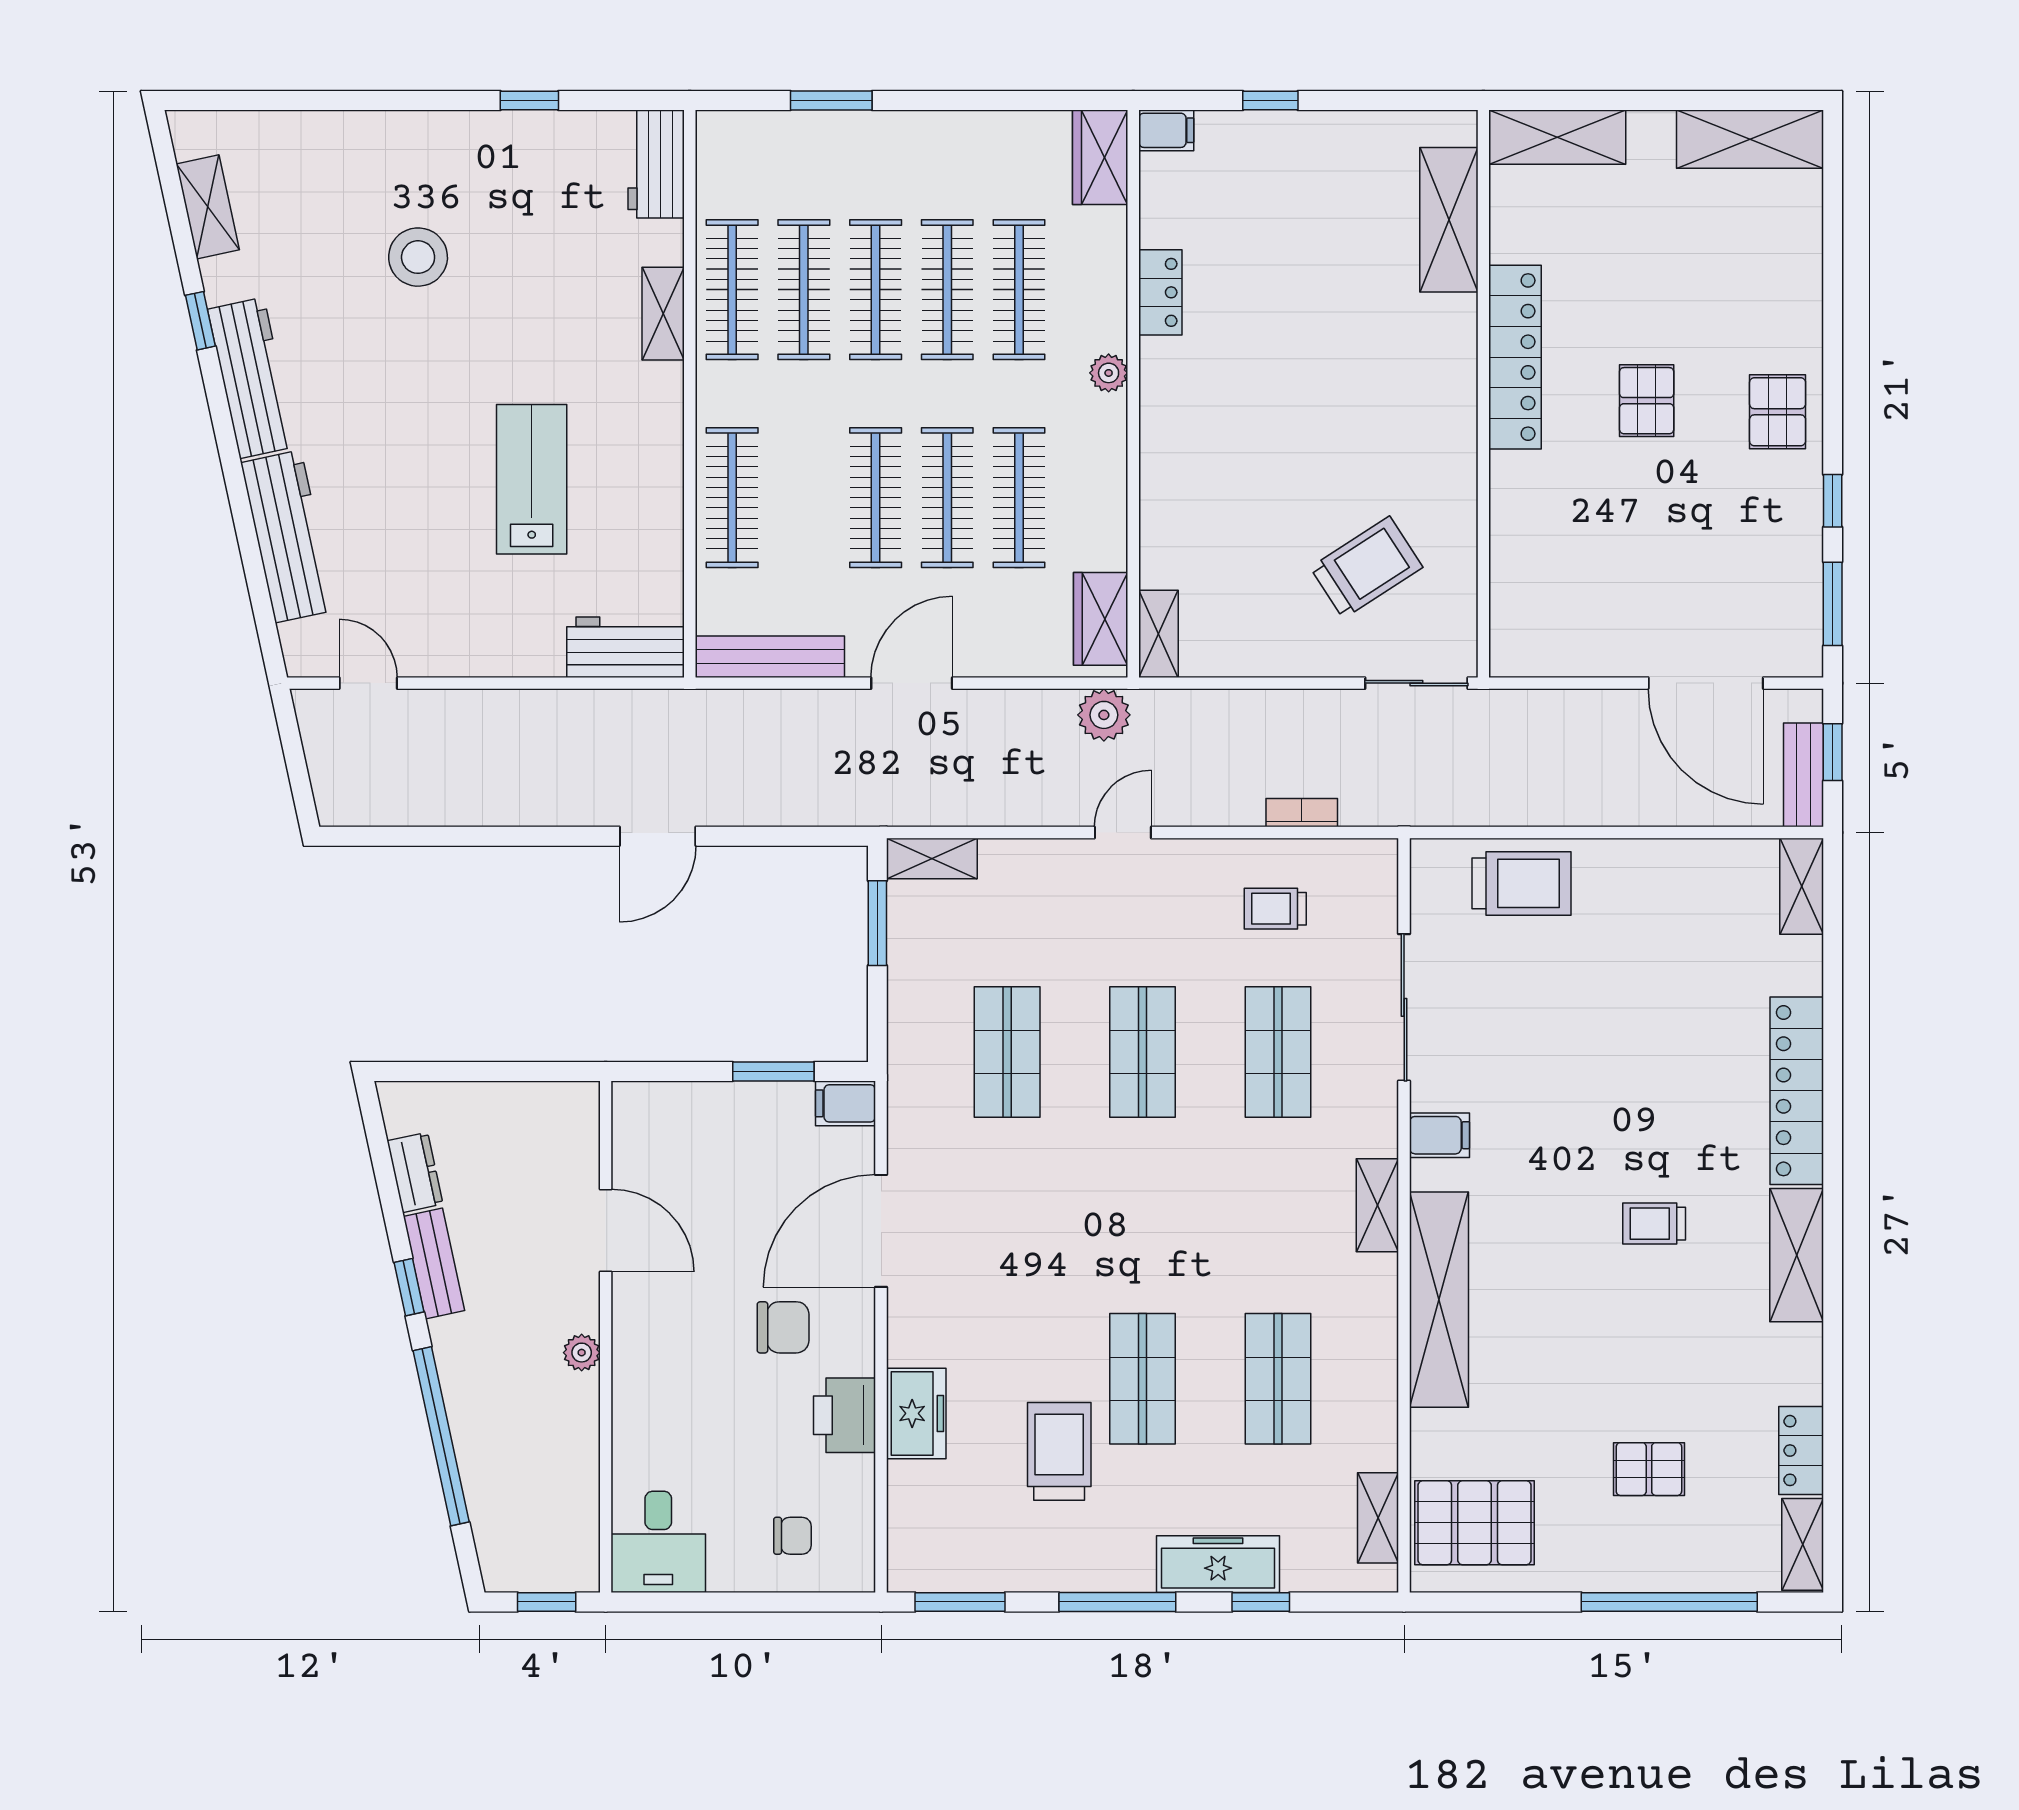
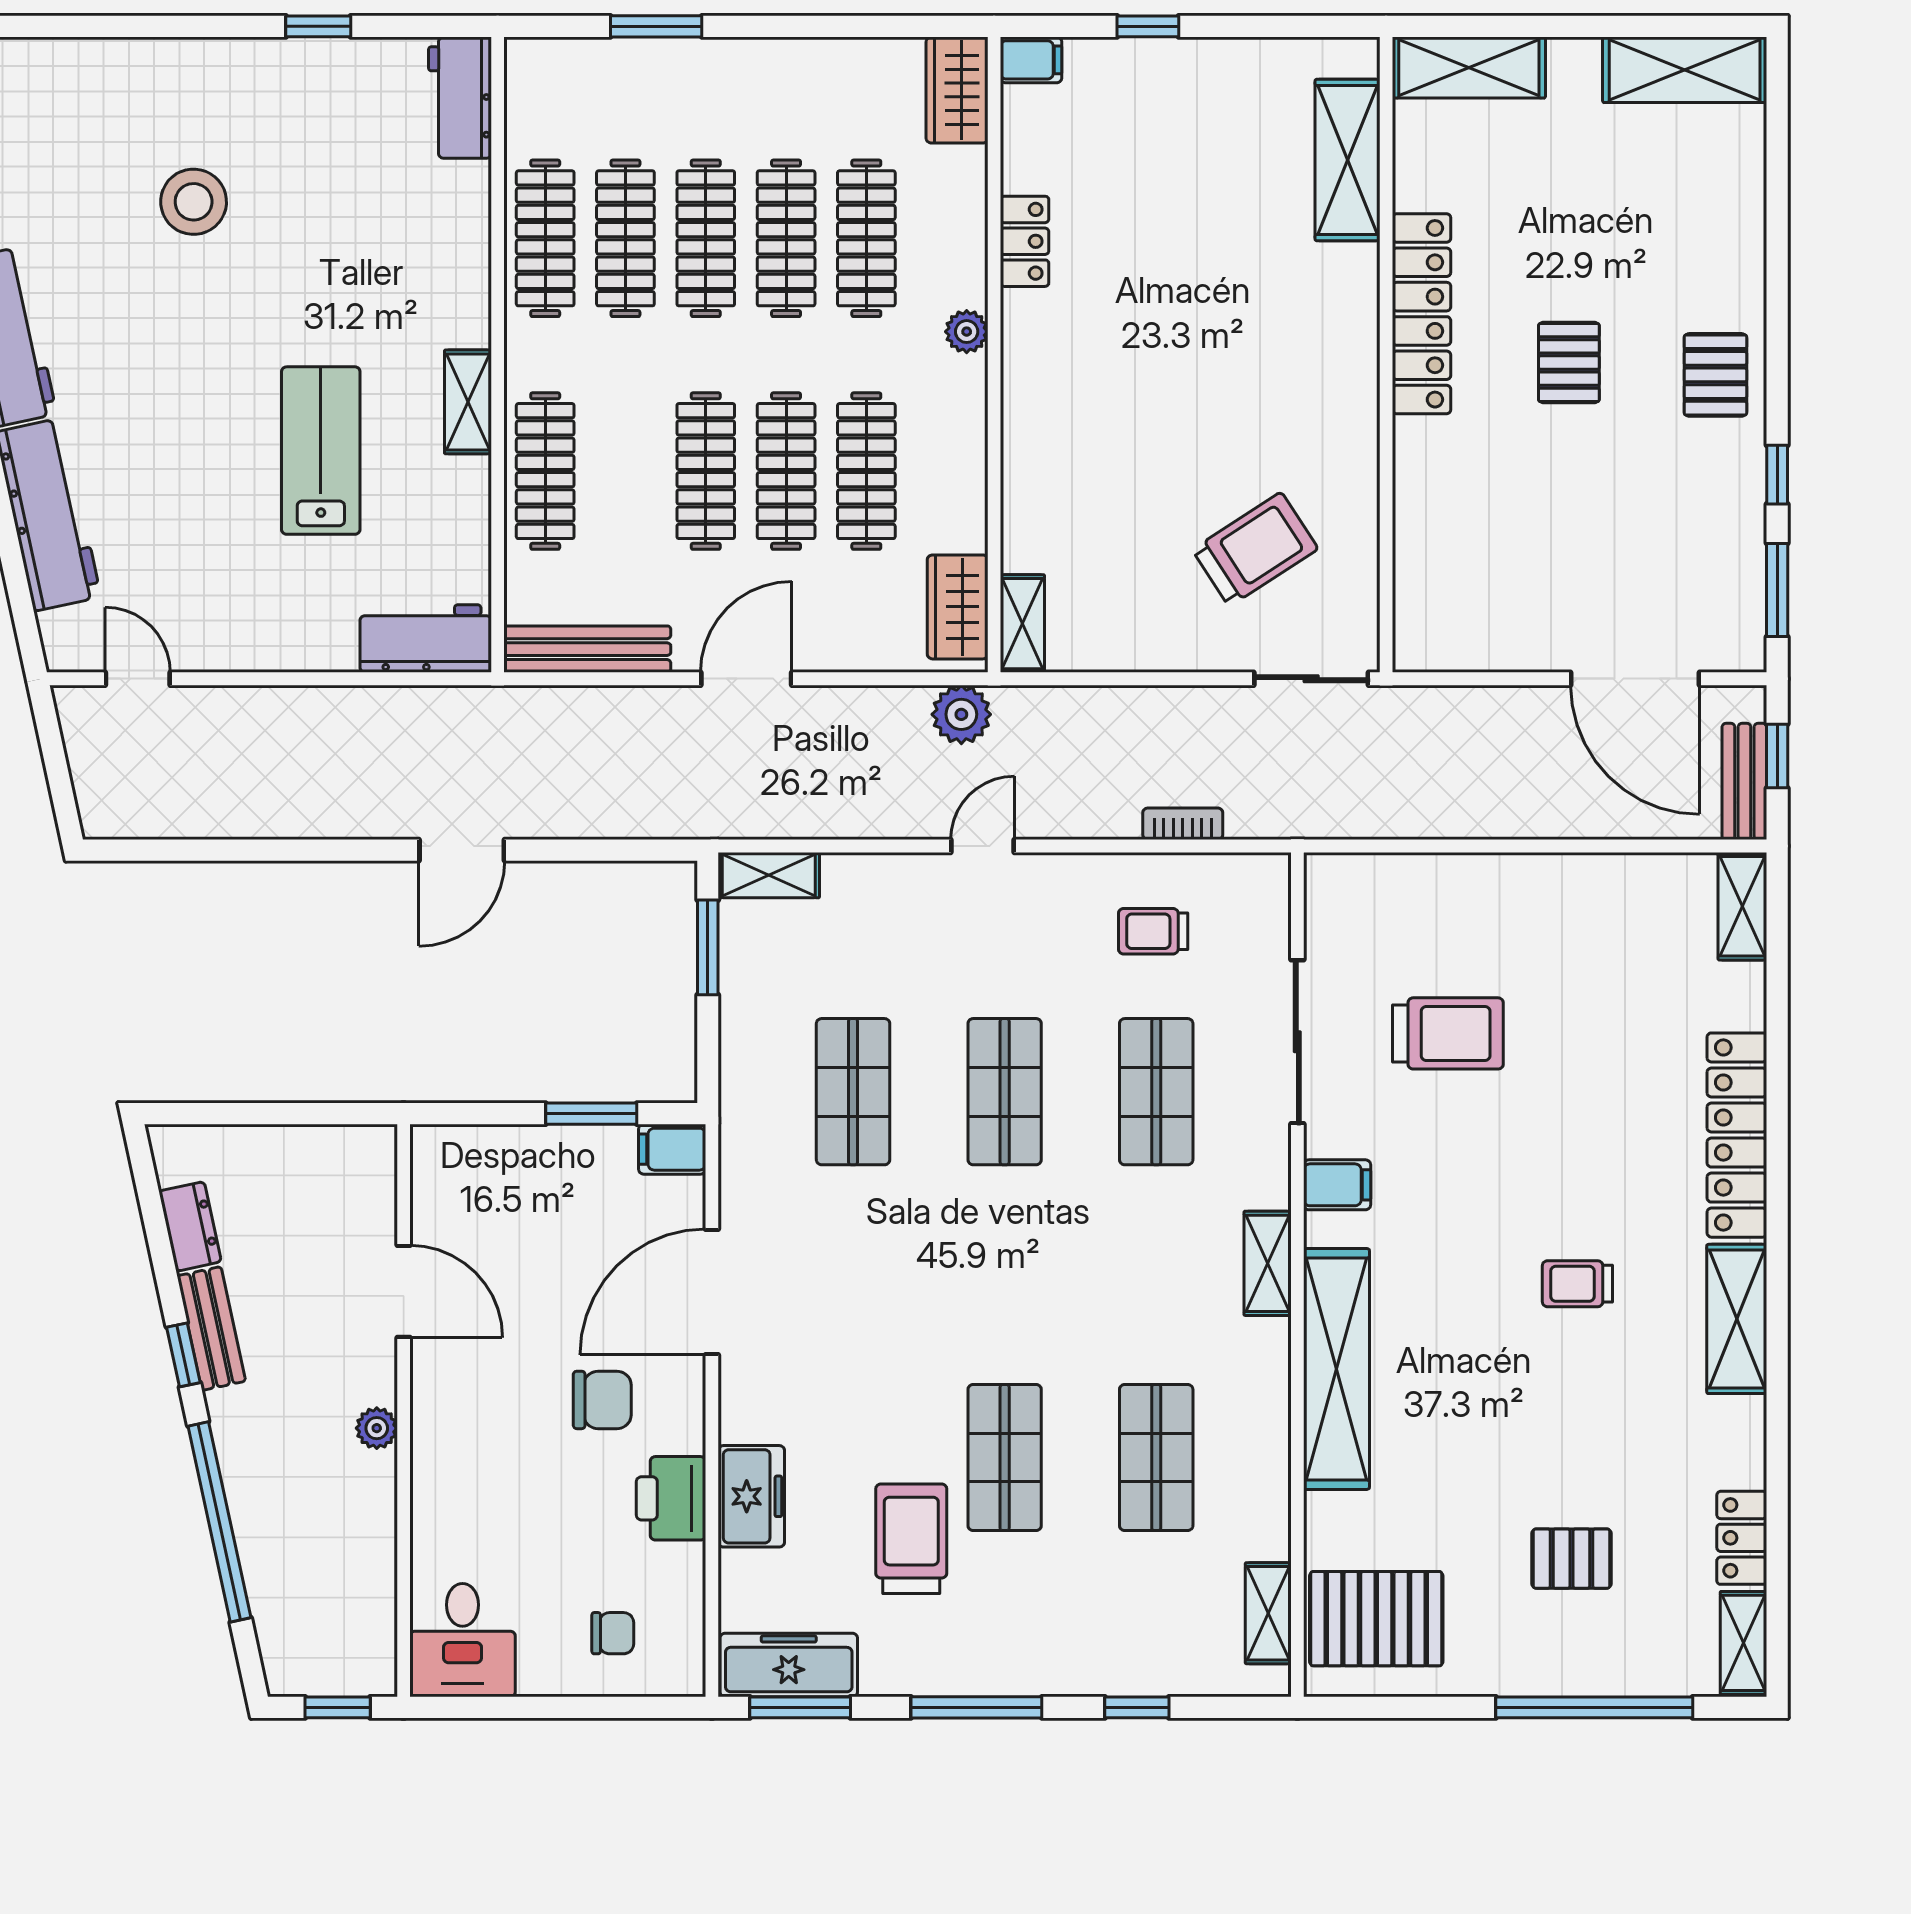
shelving: (663, 314) -> (468, 402), moved
trolley: (1522, 883) -> (1448, 1033), moved
freezer: (1218, 1564) -> (789, 1665), moved

